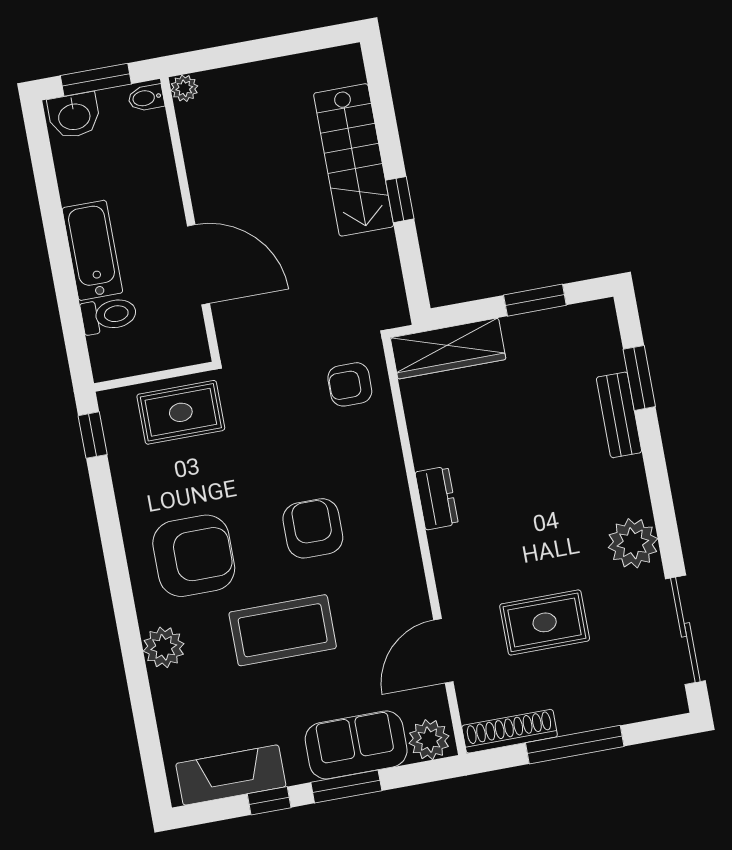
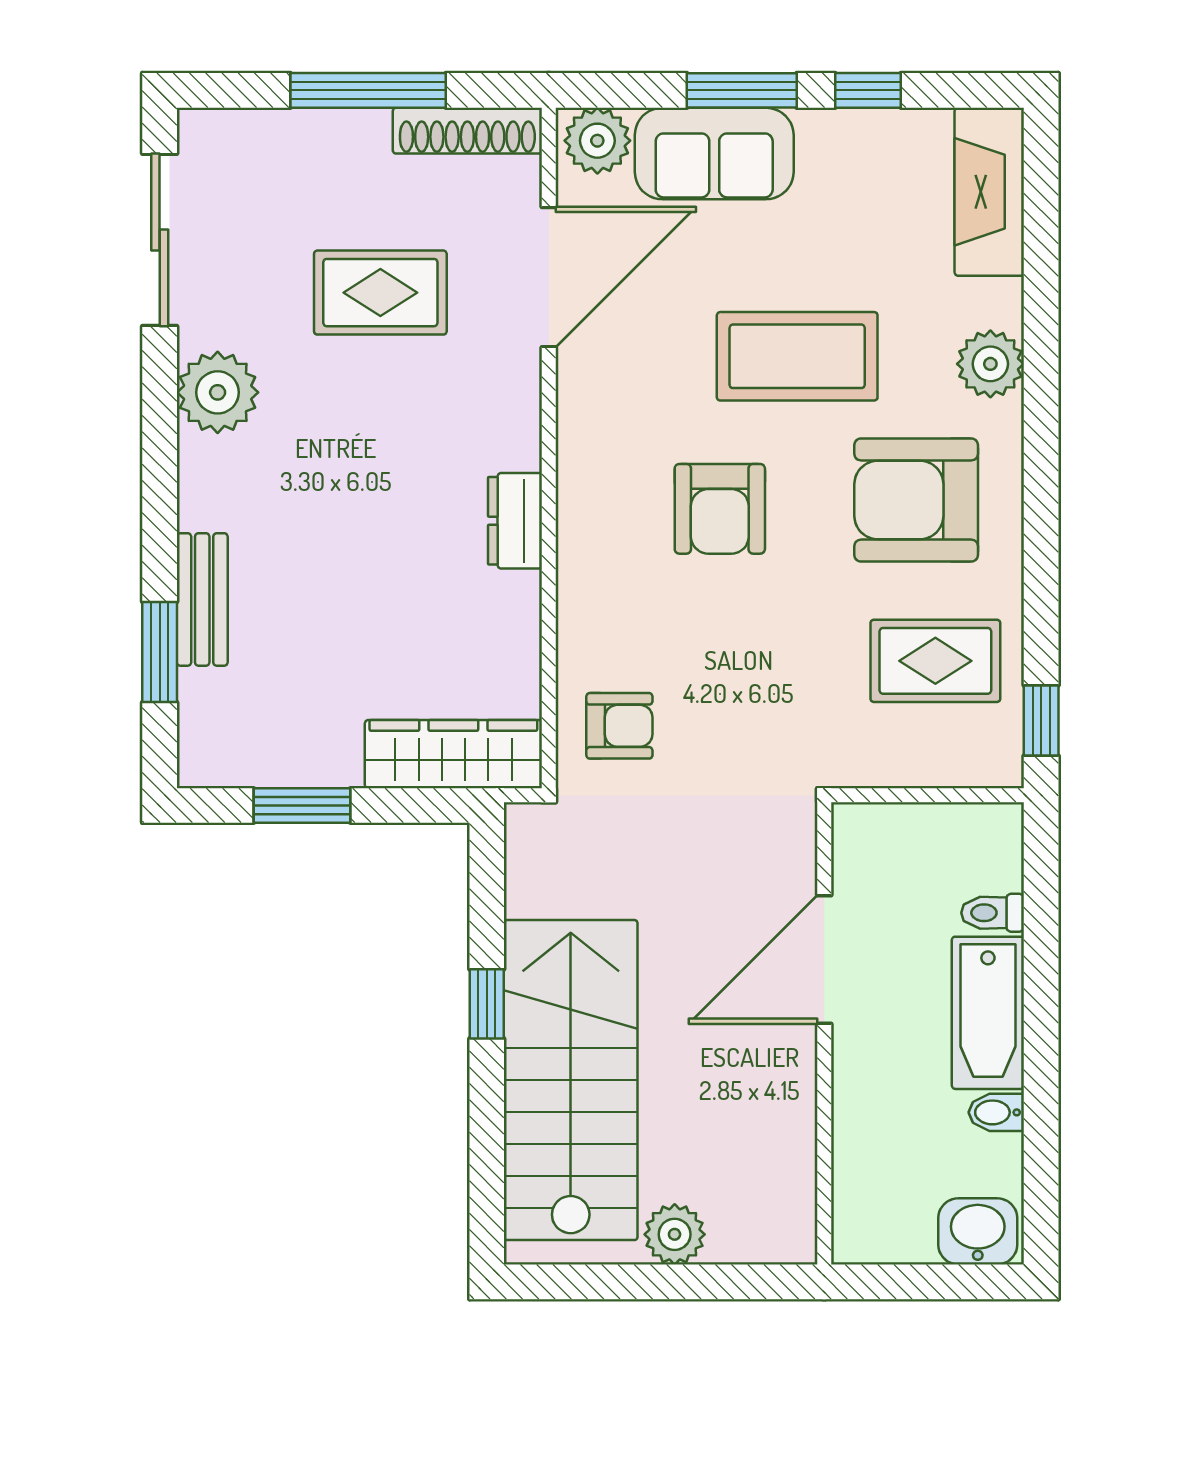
window: (96, 80) -> (933, 1282), removed
plant: (184, 88) -> (675, 1234), moved, width x1.38, depth x1.38
bidet: (146, 98) -> (996, 1112), moved, turned 180
stairs: (354, 160) -> (571, 1080), width x1.36, depth x1.51
door: (198, 265) -> (824, 959), hinge flipped
toilet: (109, 315) -> (993, 913), width x0.73, depth x0.72
rug: (181, 412) -> (935, 661), moved
door: (443, 651) -> (549, 277), width x1.36
fireplace: (231, 775) -> (989, 192), moved, turned 90

